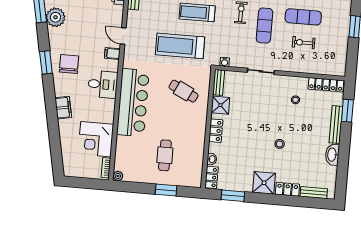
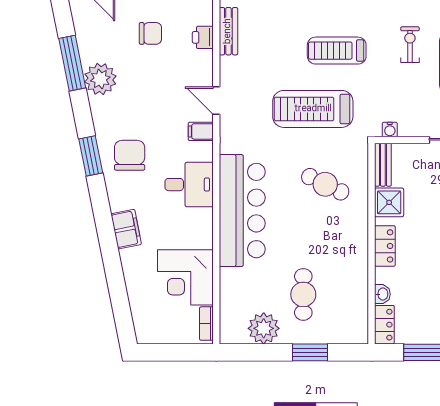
plant: (118, 176) -> (264, 328), moved, width x1.88, depth x1.88

